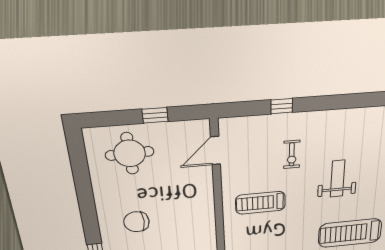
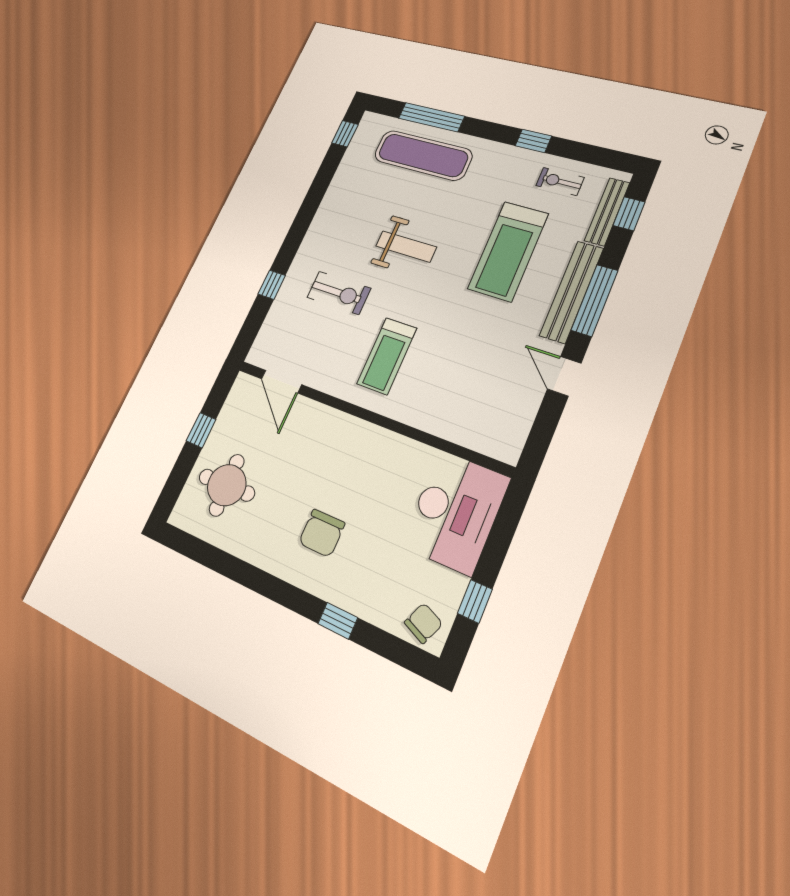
exercise bike: (292, 154) -> (339, 293), width x1.38, depth x1.39
weight bench: (338, 179) -> (406, 247), turned 180

